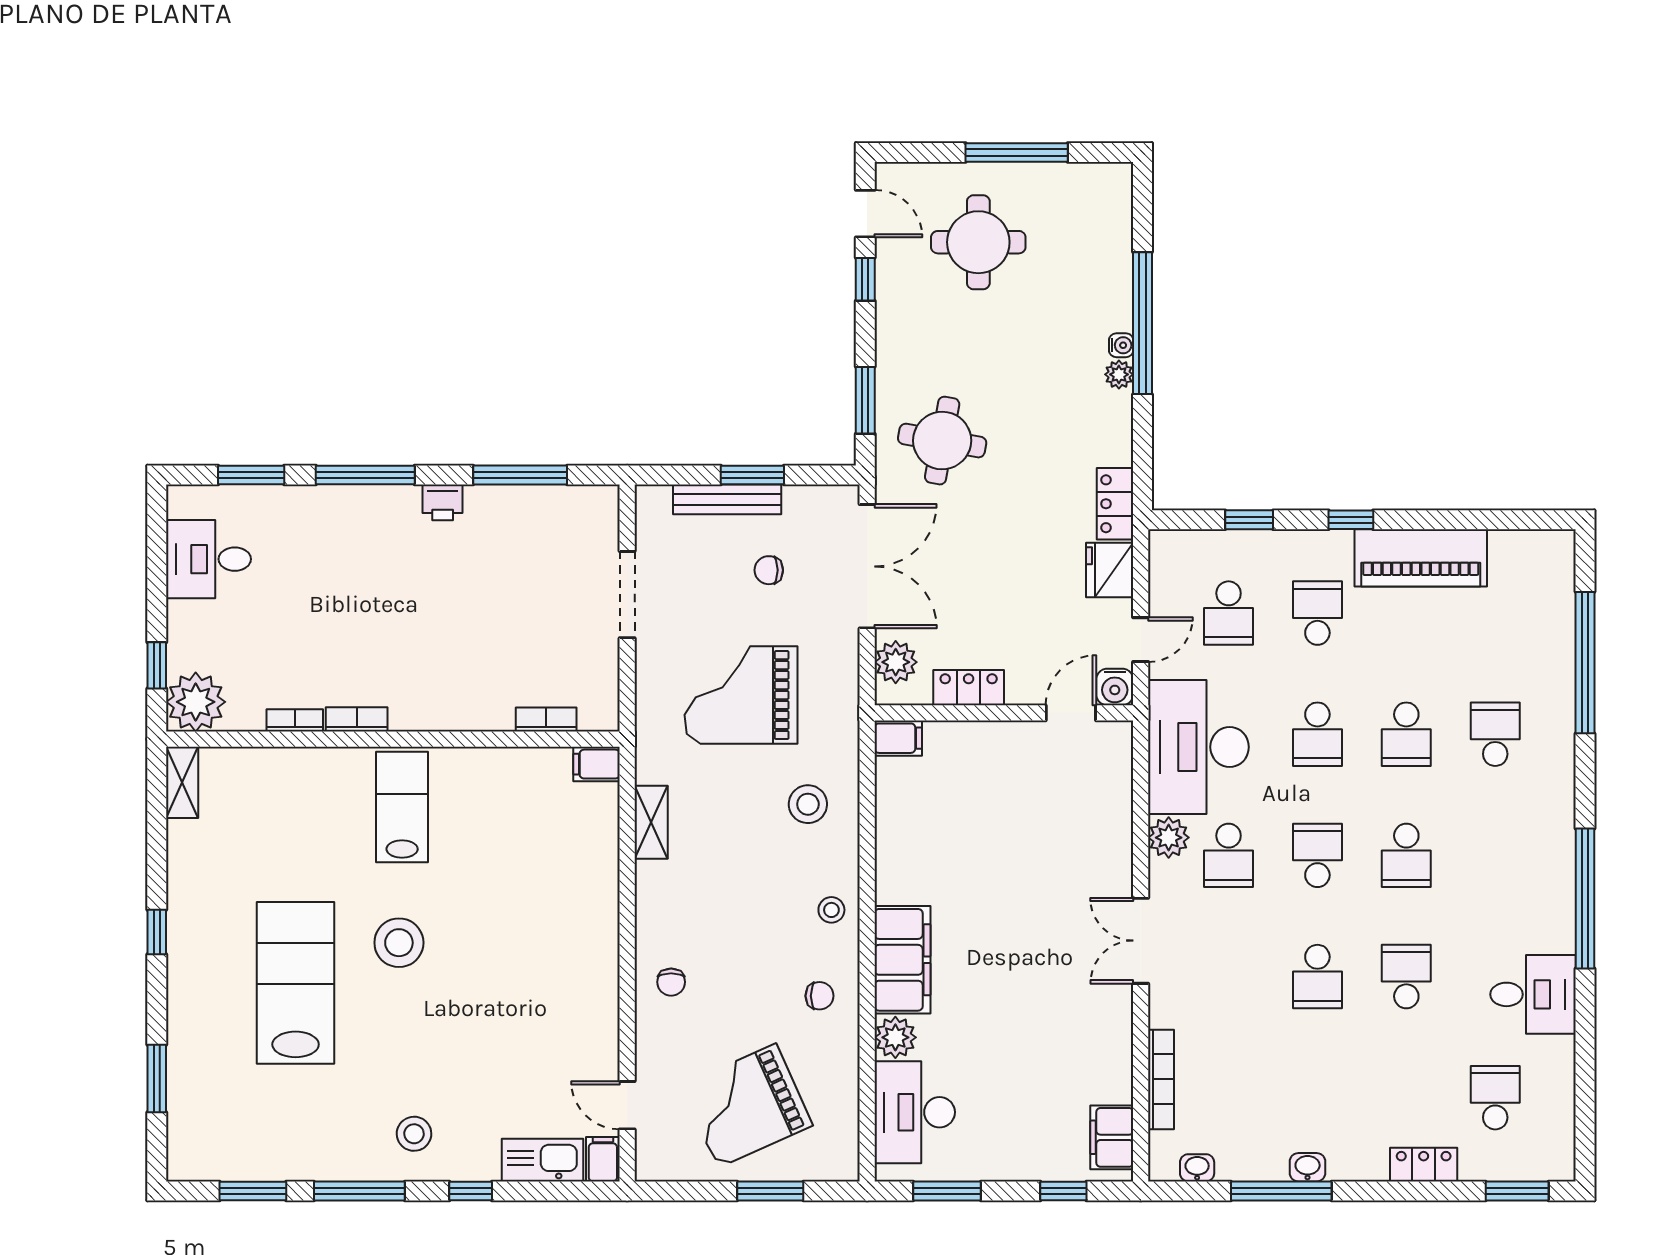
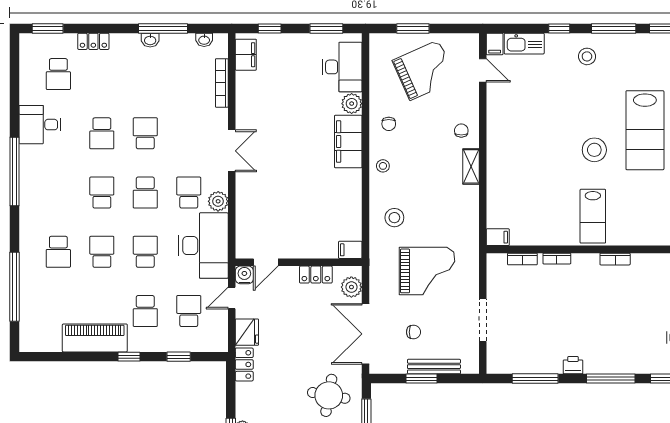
bookcase: (295, 720) -> (557, 259), moved
shelving: (651, 822) -> (471, 166), moved
chair: (819, 996) -> (389, 124), turned -90

